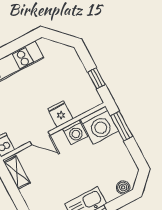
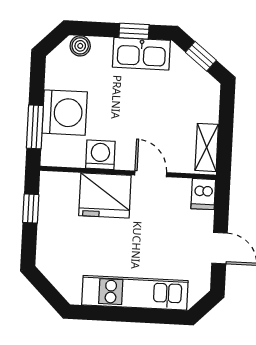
fridge: (60, 114) -> (105, 195), width x1.88, depth x1.34
washing machine: (99, 125) -> (65, 113), moved, turned 90

